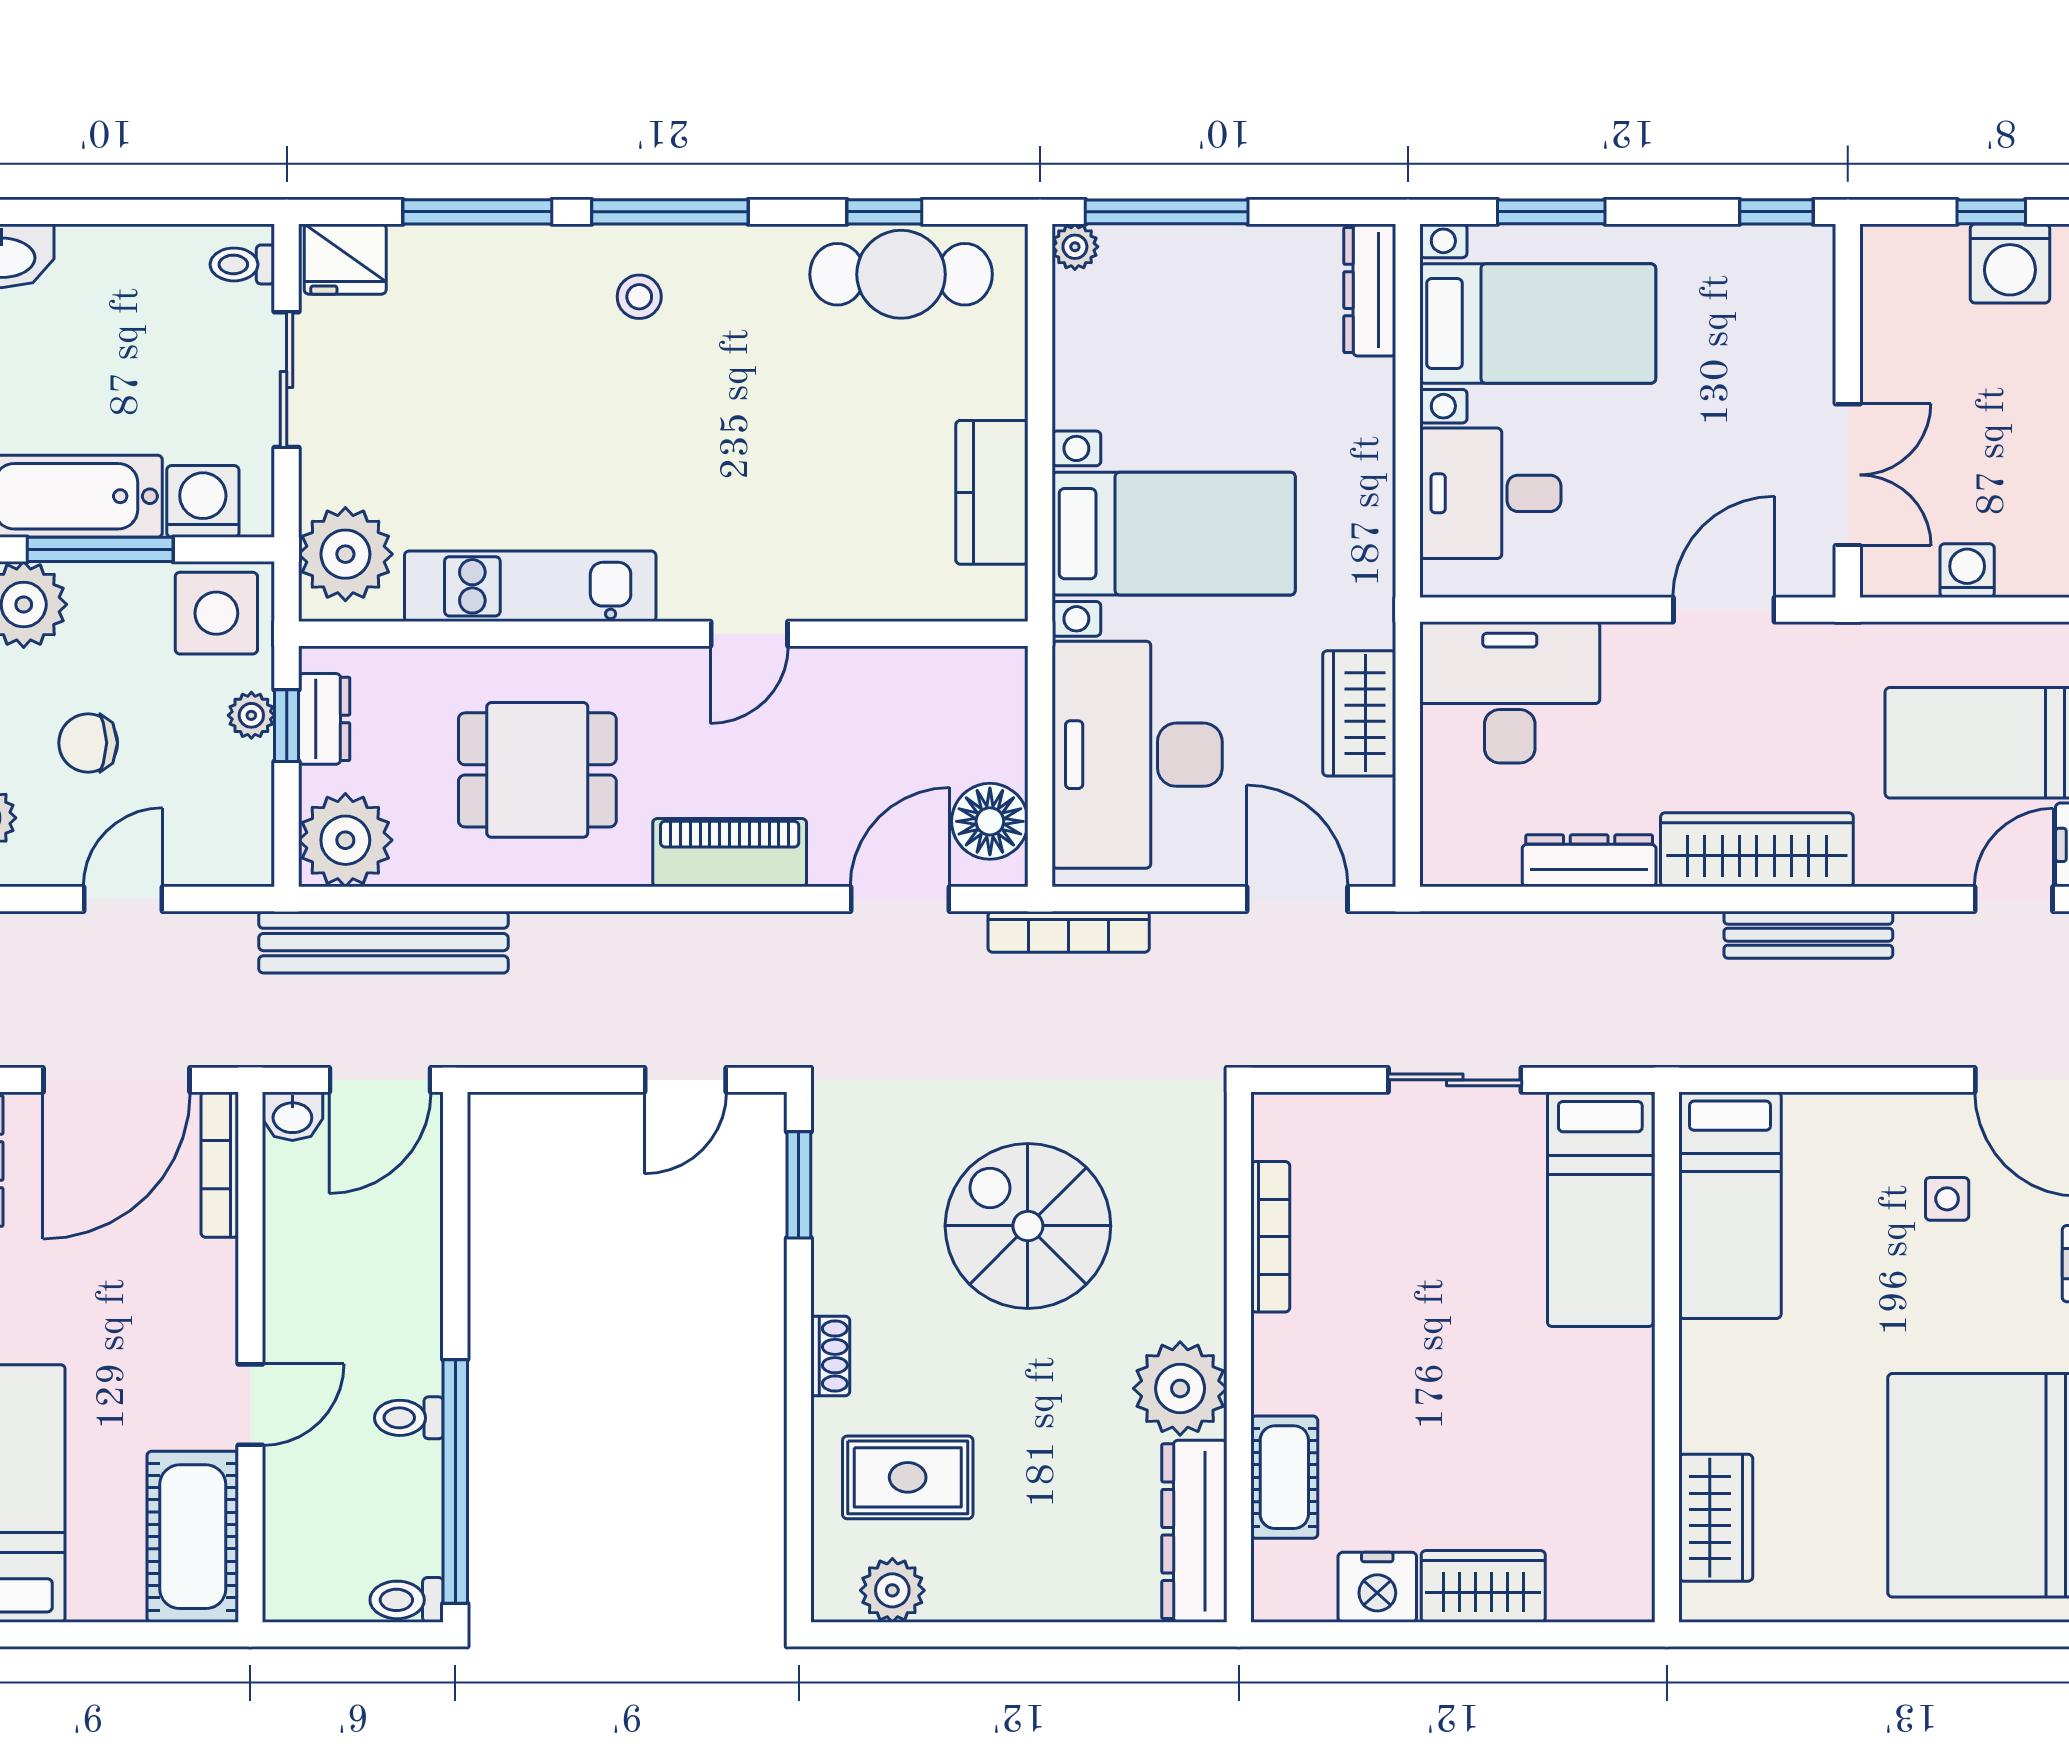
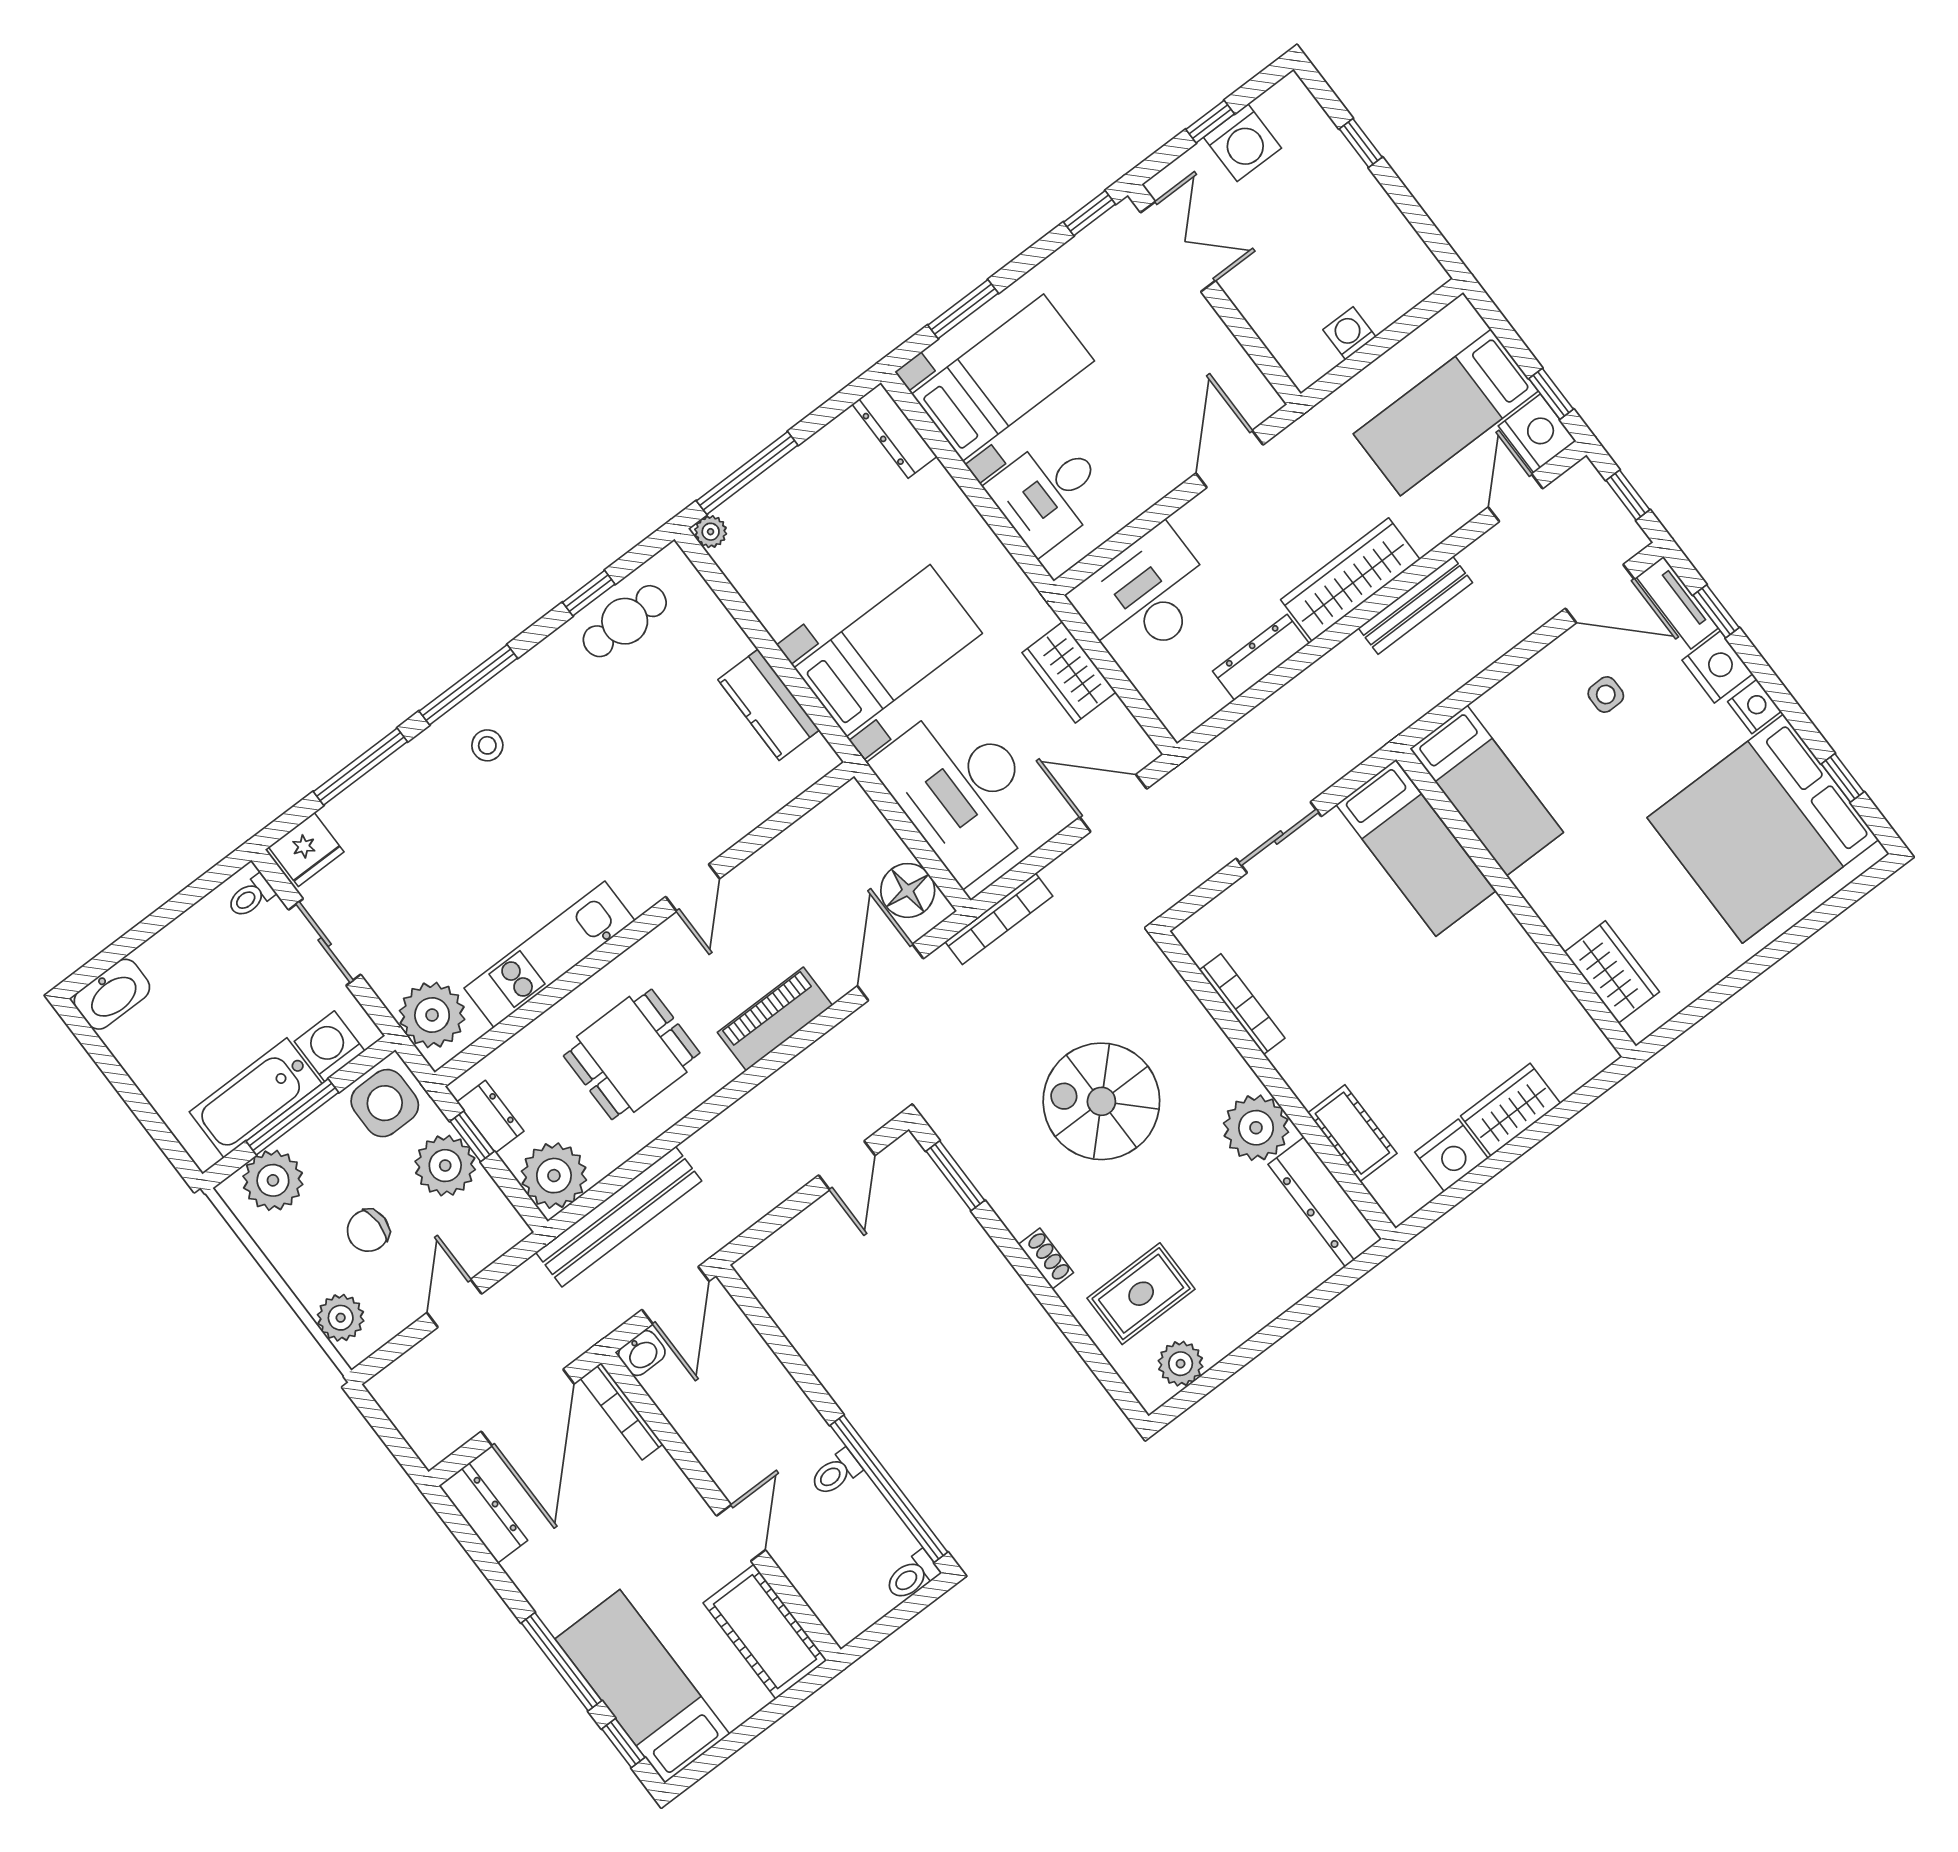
cafe table: (901, 274) -> (625, 621), width x0.73, depth x0.74
double door: (1848, 475) -> (1178, 247), moved
plant: (251, 715) -> (445, 1166), width x1.88, depth x1.88

